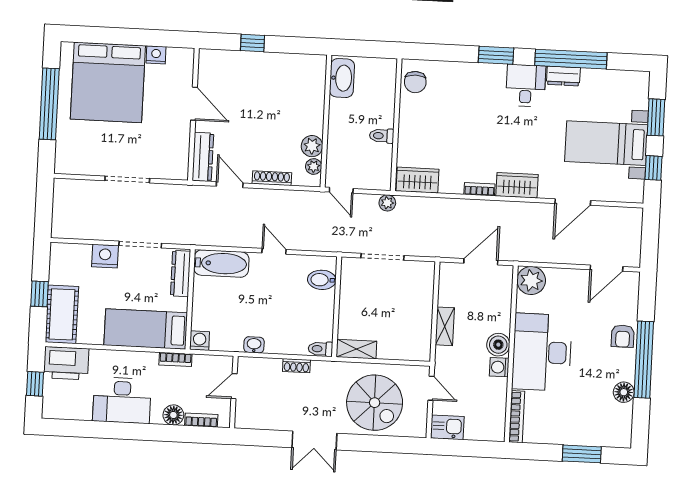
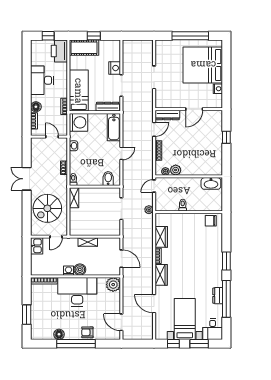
desk: (526, 86) -> (213, 329), moved, turned 90
wardrobe: (417, 180) -> (161, 237), moved
washing machine: (200, 341) -> (78, 122), width x1.89, depth x1.89

